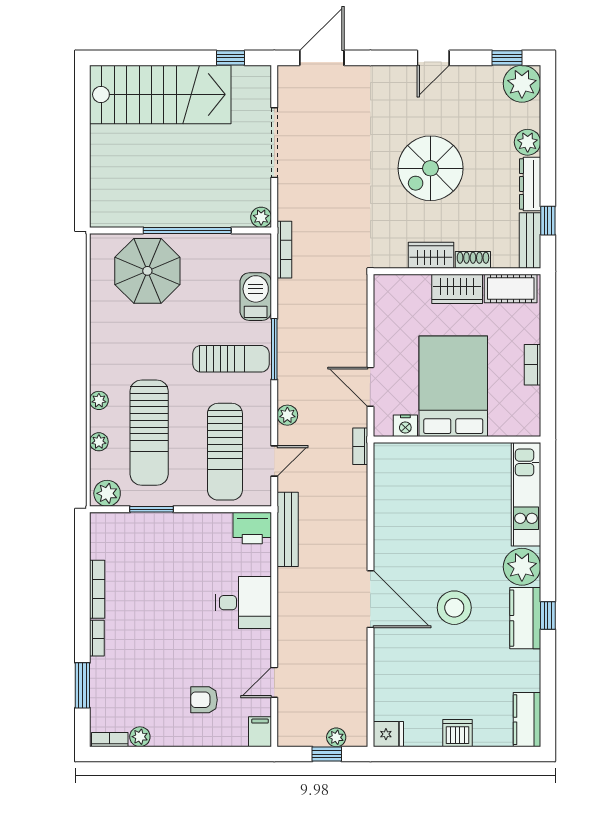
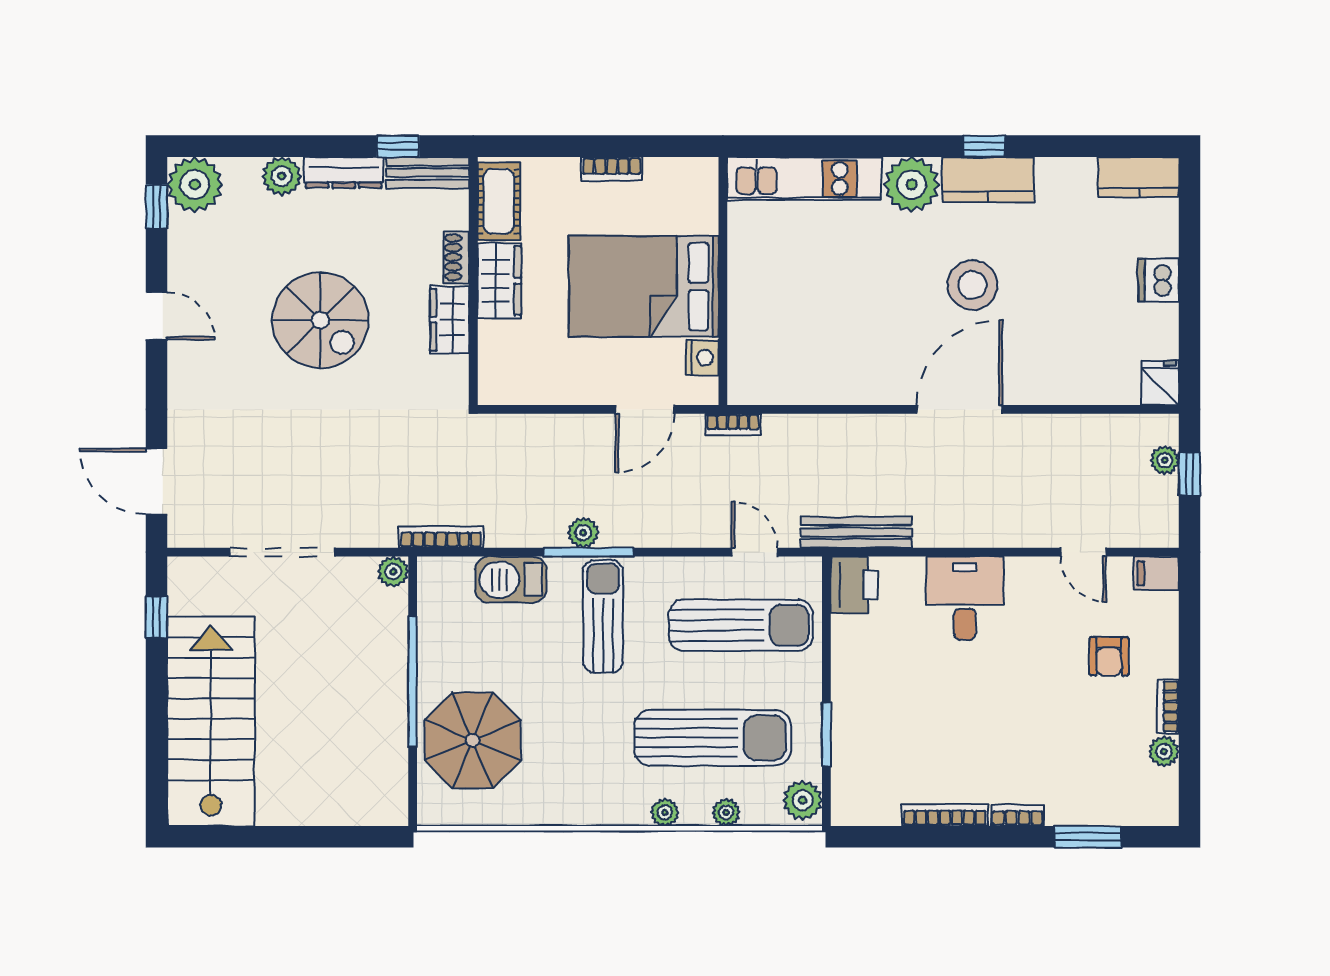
plant: (287, 415) -> (583, 533), moved
bookcase: (110, 740) -> (1168, 707), moved

